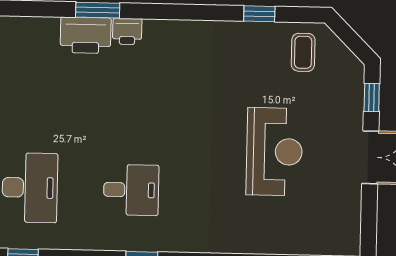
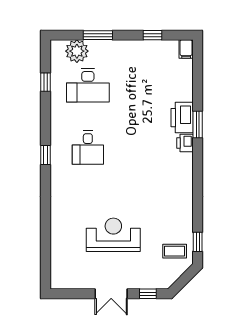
window: (259, 14) -> (198, 242), moved
reception desk: (274, 152) -> (113, 235), turned 180

